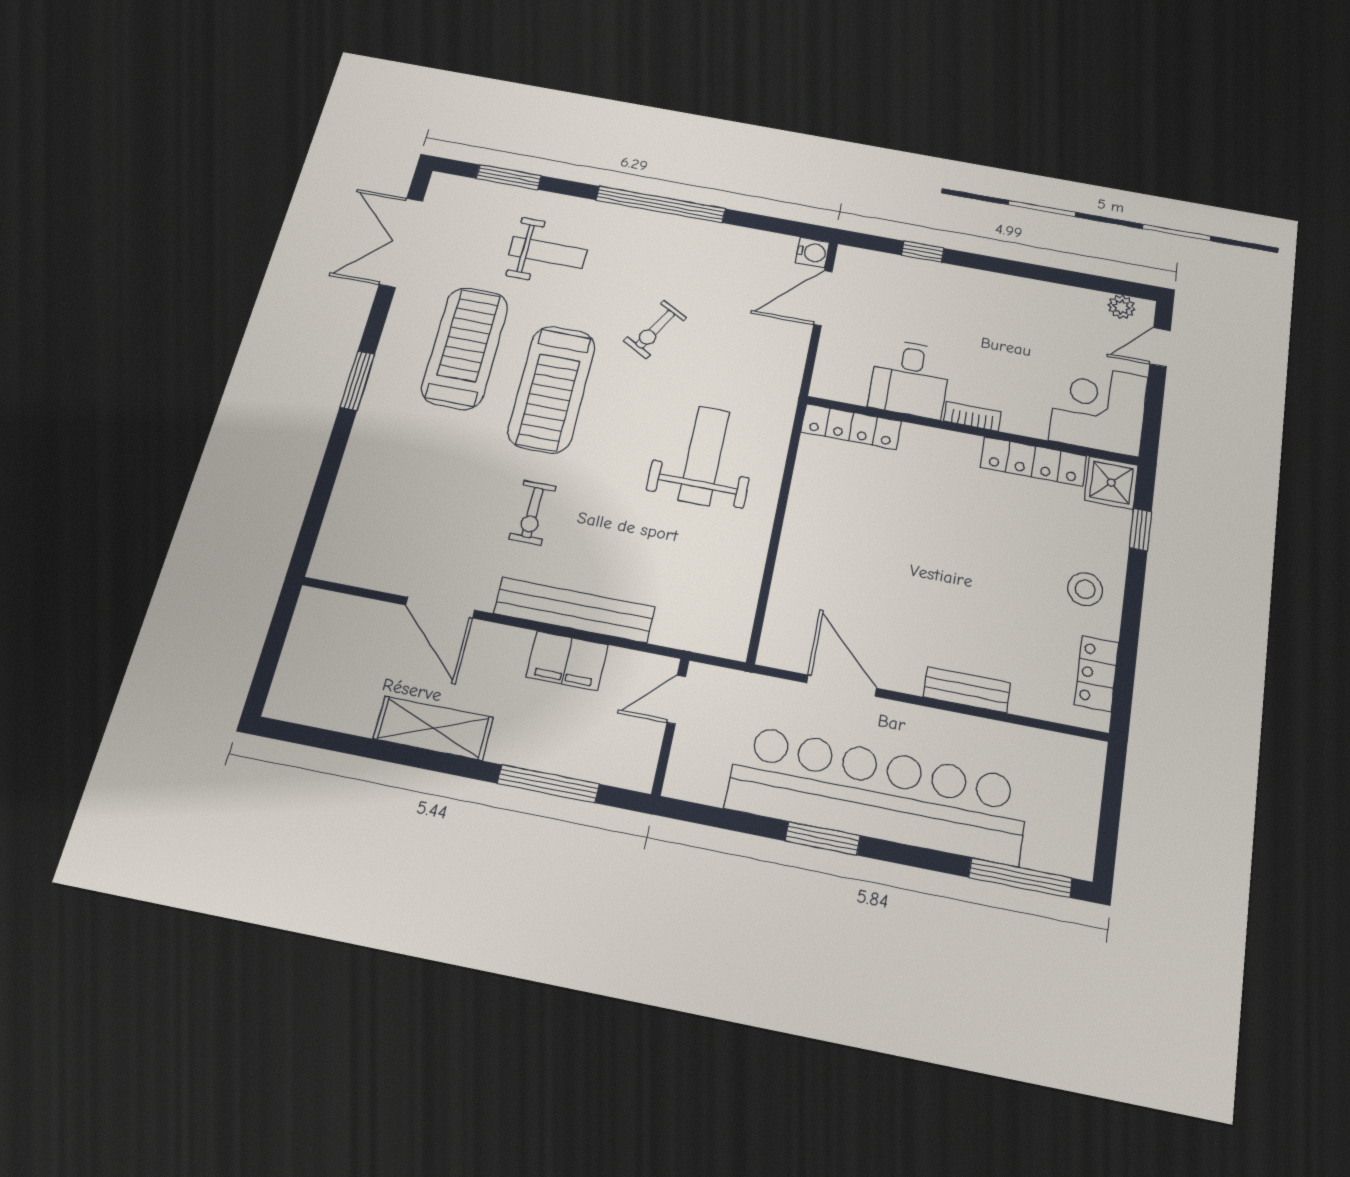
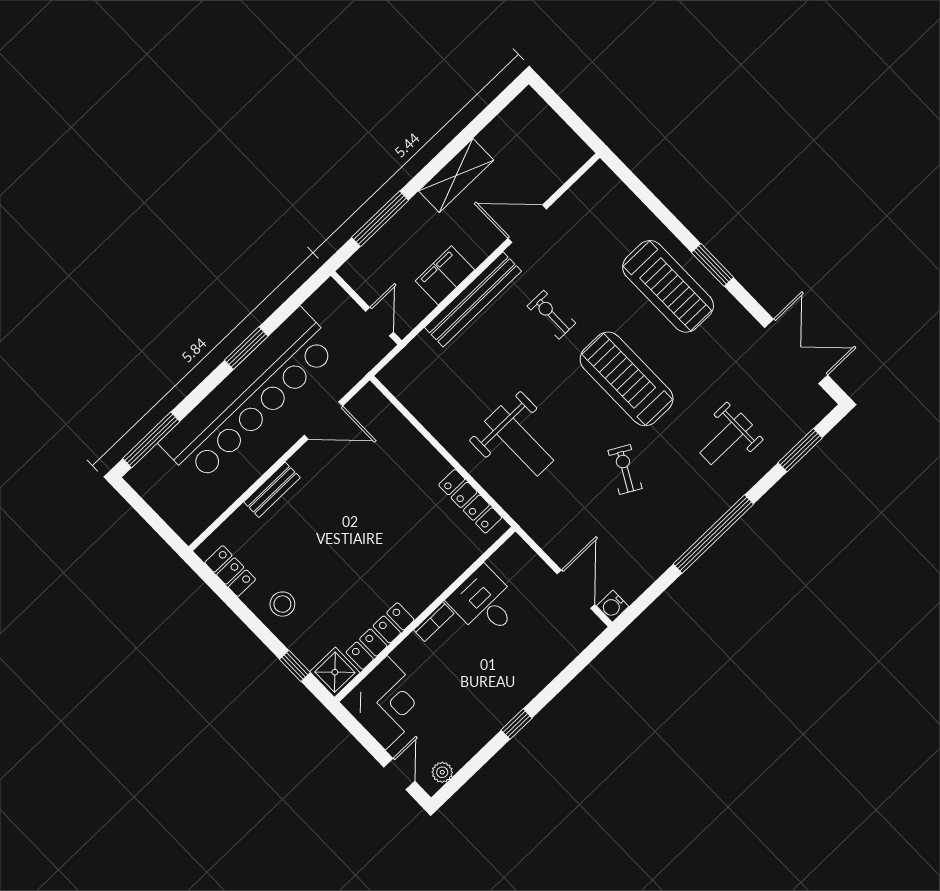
window: (923, 252) -> (517, 724), moved
treadmill: (465, 348) -> (668, 286), moved
locker: (851, 427) -> (470, 501), moved, turned -90

